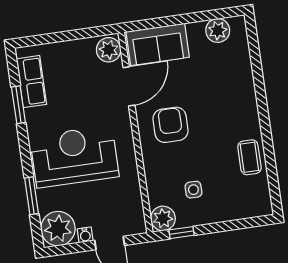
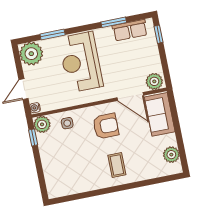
window: (40, 40) -> (159, 34), added
reception desk: (74, 157) -> (81, 62), turned 180
coffee table: (249, 157) -> (117, 165), moved, turned 90
side table: (193, 190) -> (67, 123), moved
water cooler: (85, 235) -> (35, 108), moved

